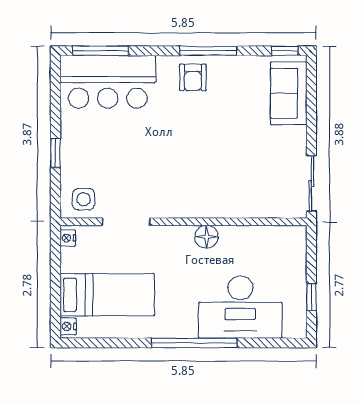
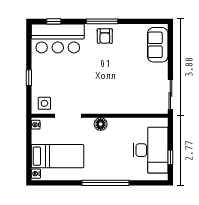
window: (101, 51) -> (54, 21), width x0.46
window: (208, 51) -> (102, 21), moved
window: (285, 51) -> (156, 21), removed
floor lamp: (206, 237) -> (101, 124), moved
desk: (240, 307) -> (151, 150), moved, turned -90

